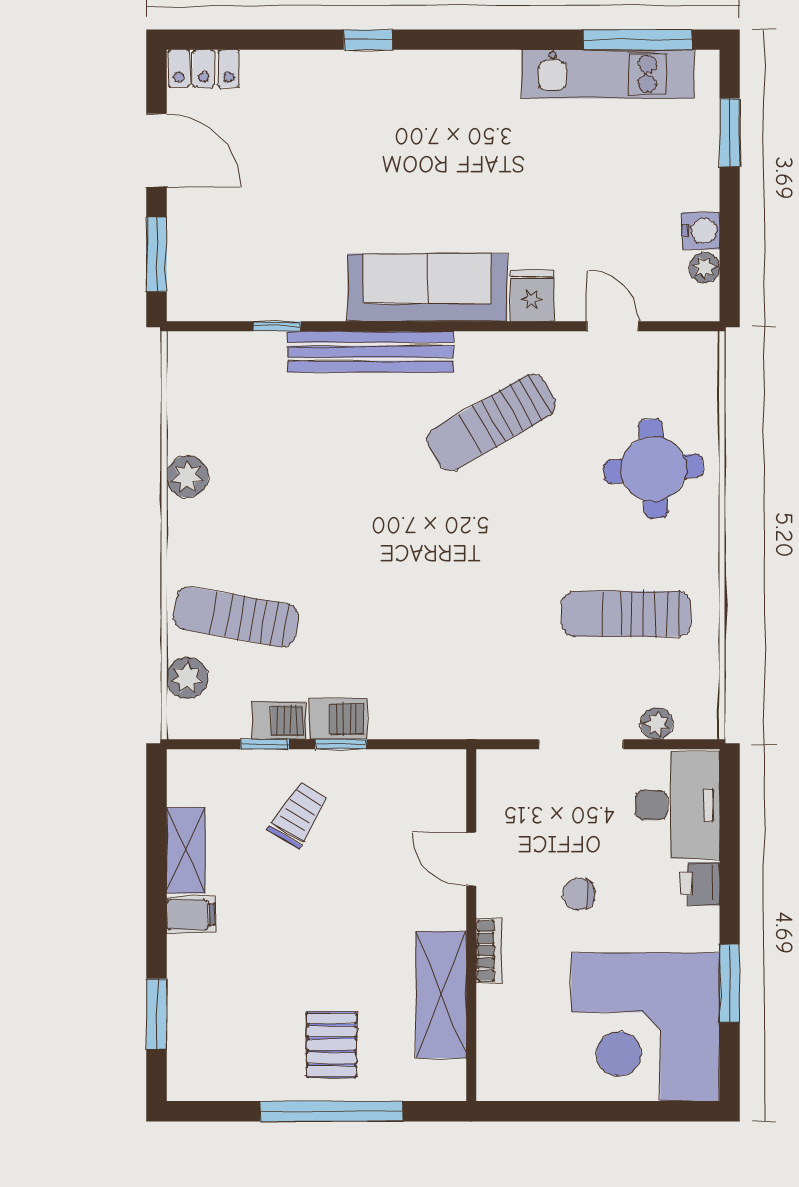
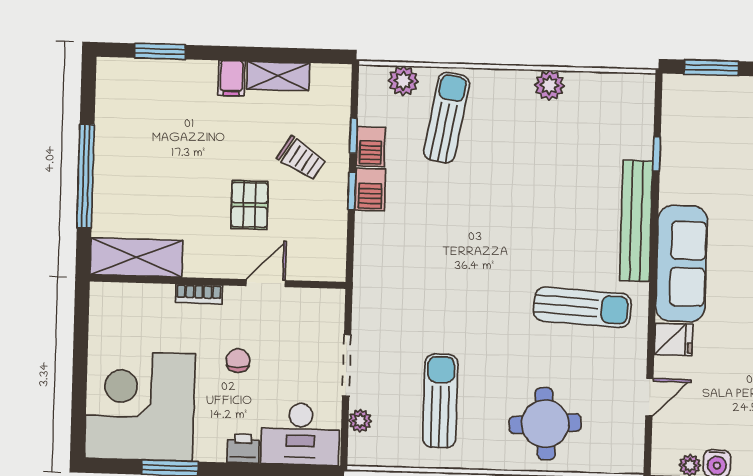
sun lounger: (491, 422) -> (582, 307), turned 123
shelving: (441, 995) -> (136, 257), moved
pallet: (332, 1045) -> (249, 205), moved, turned 90

